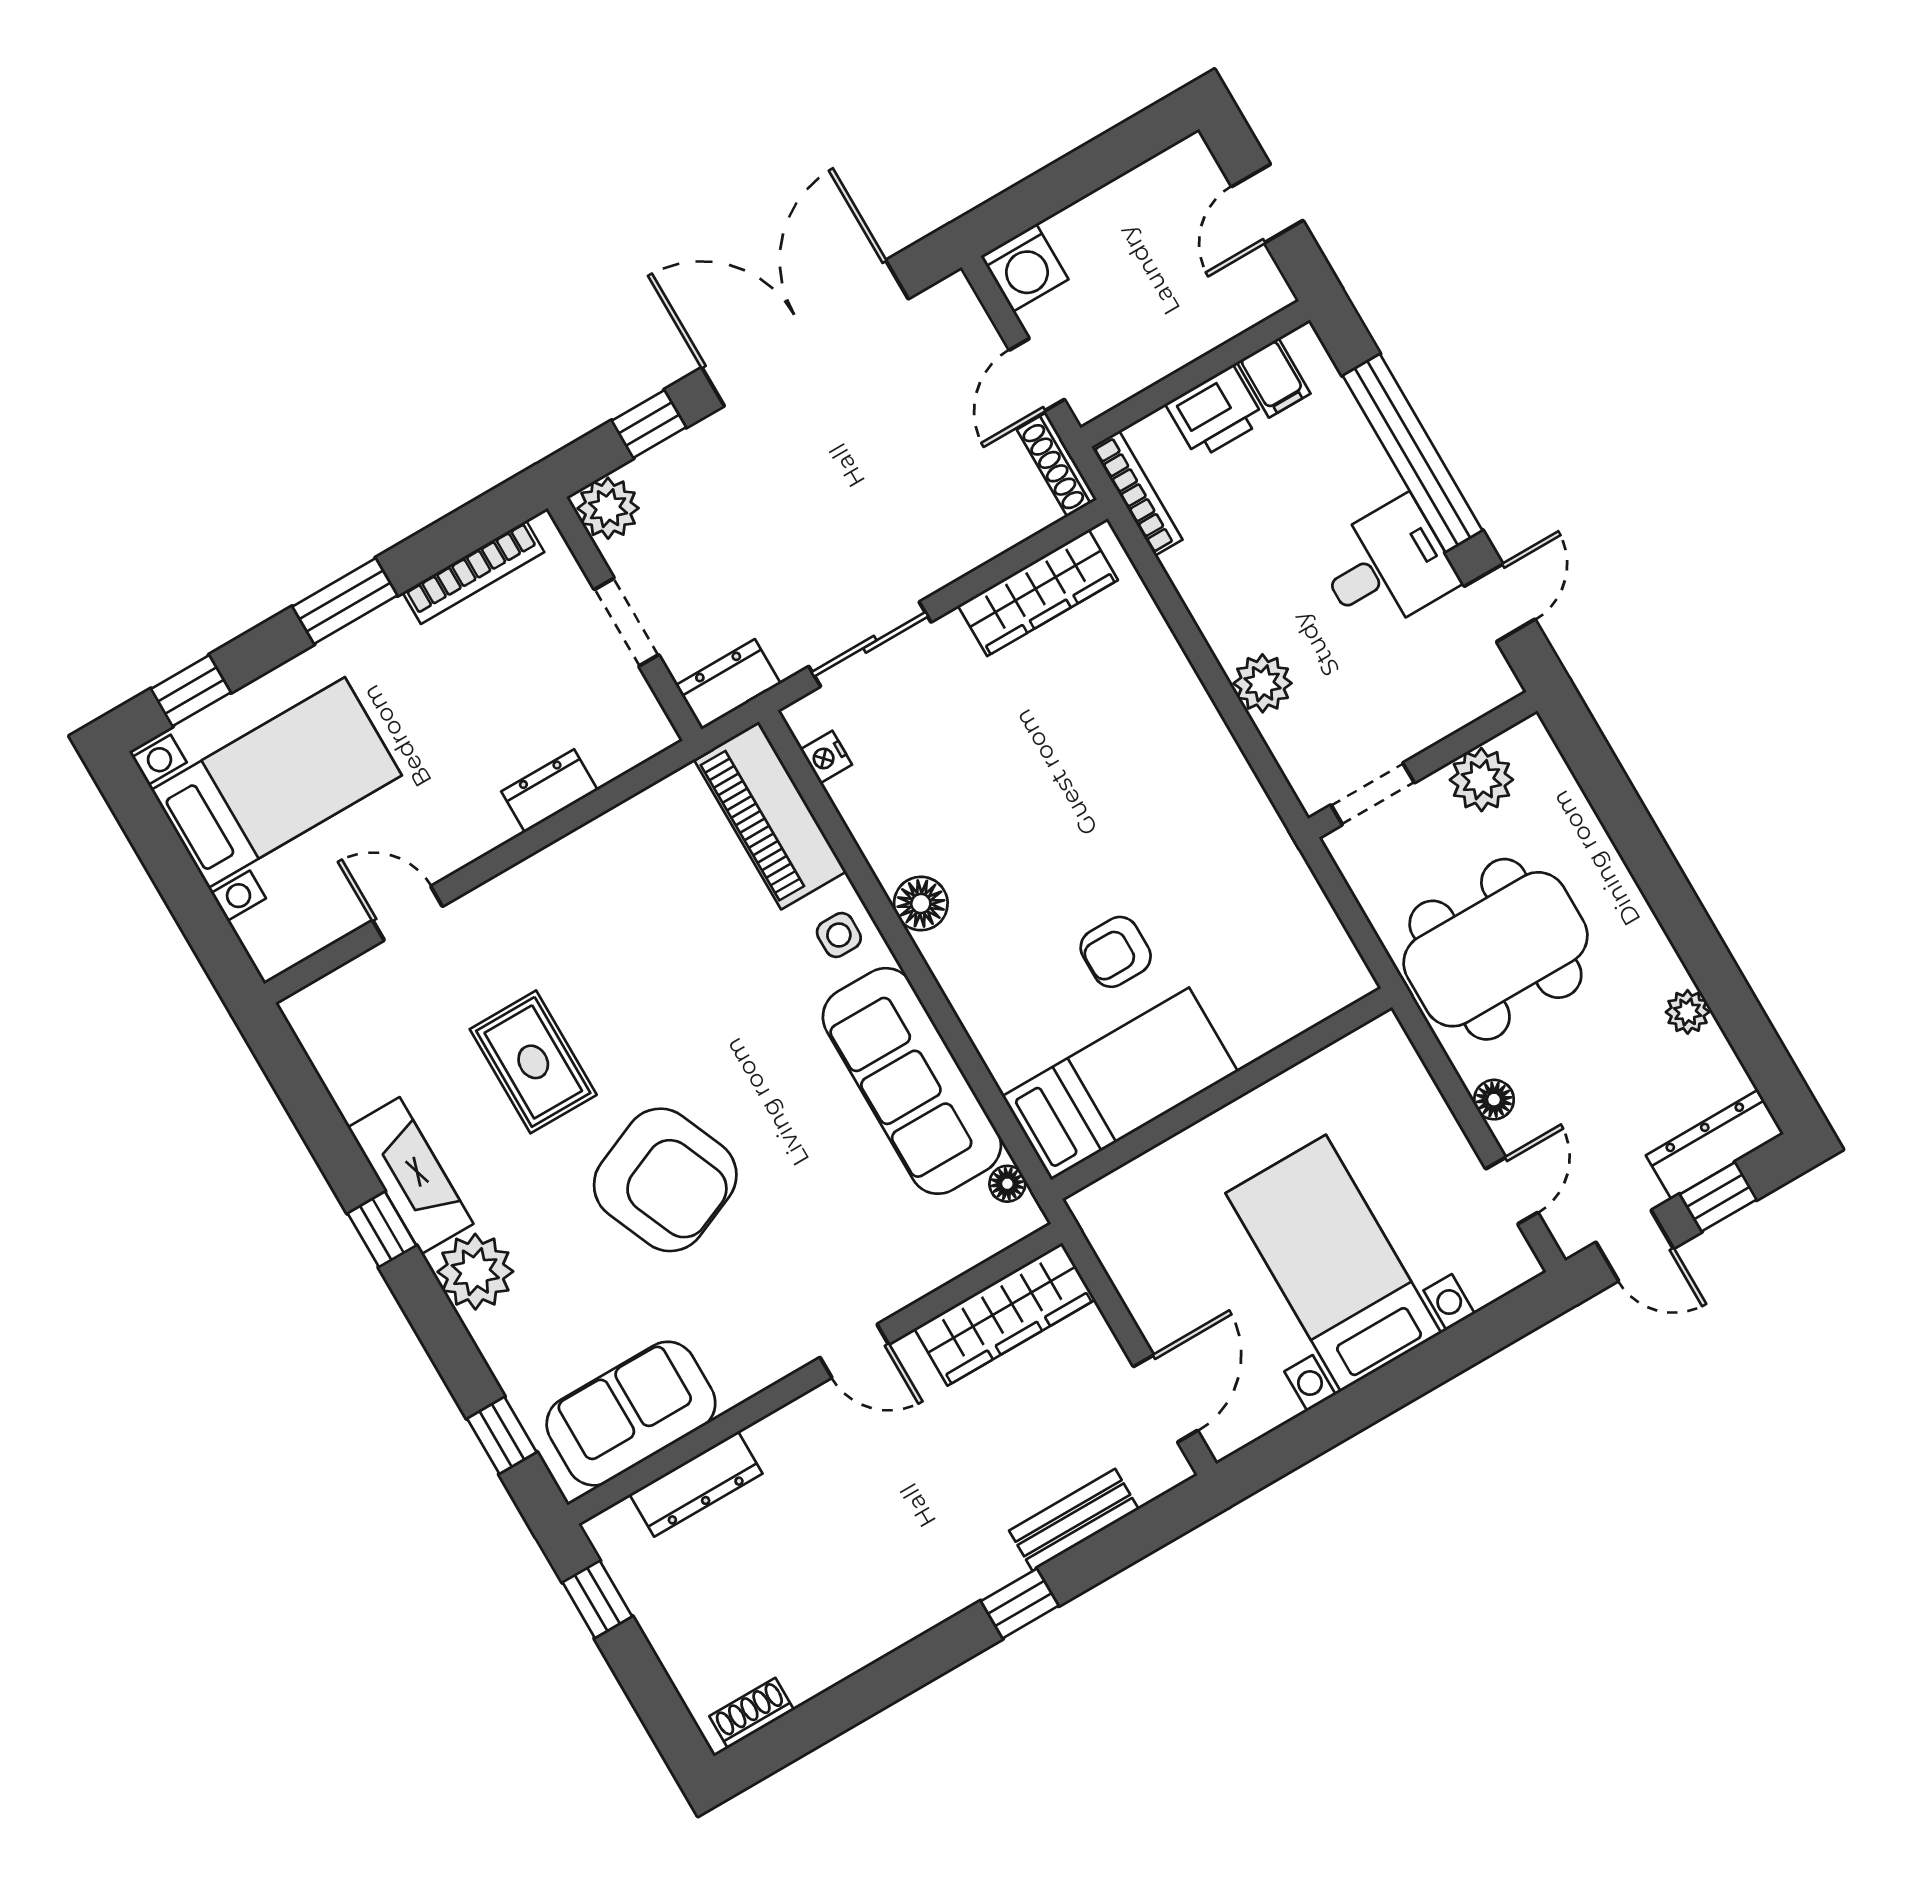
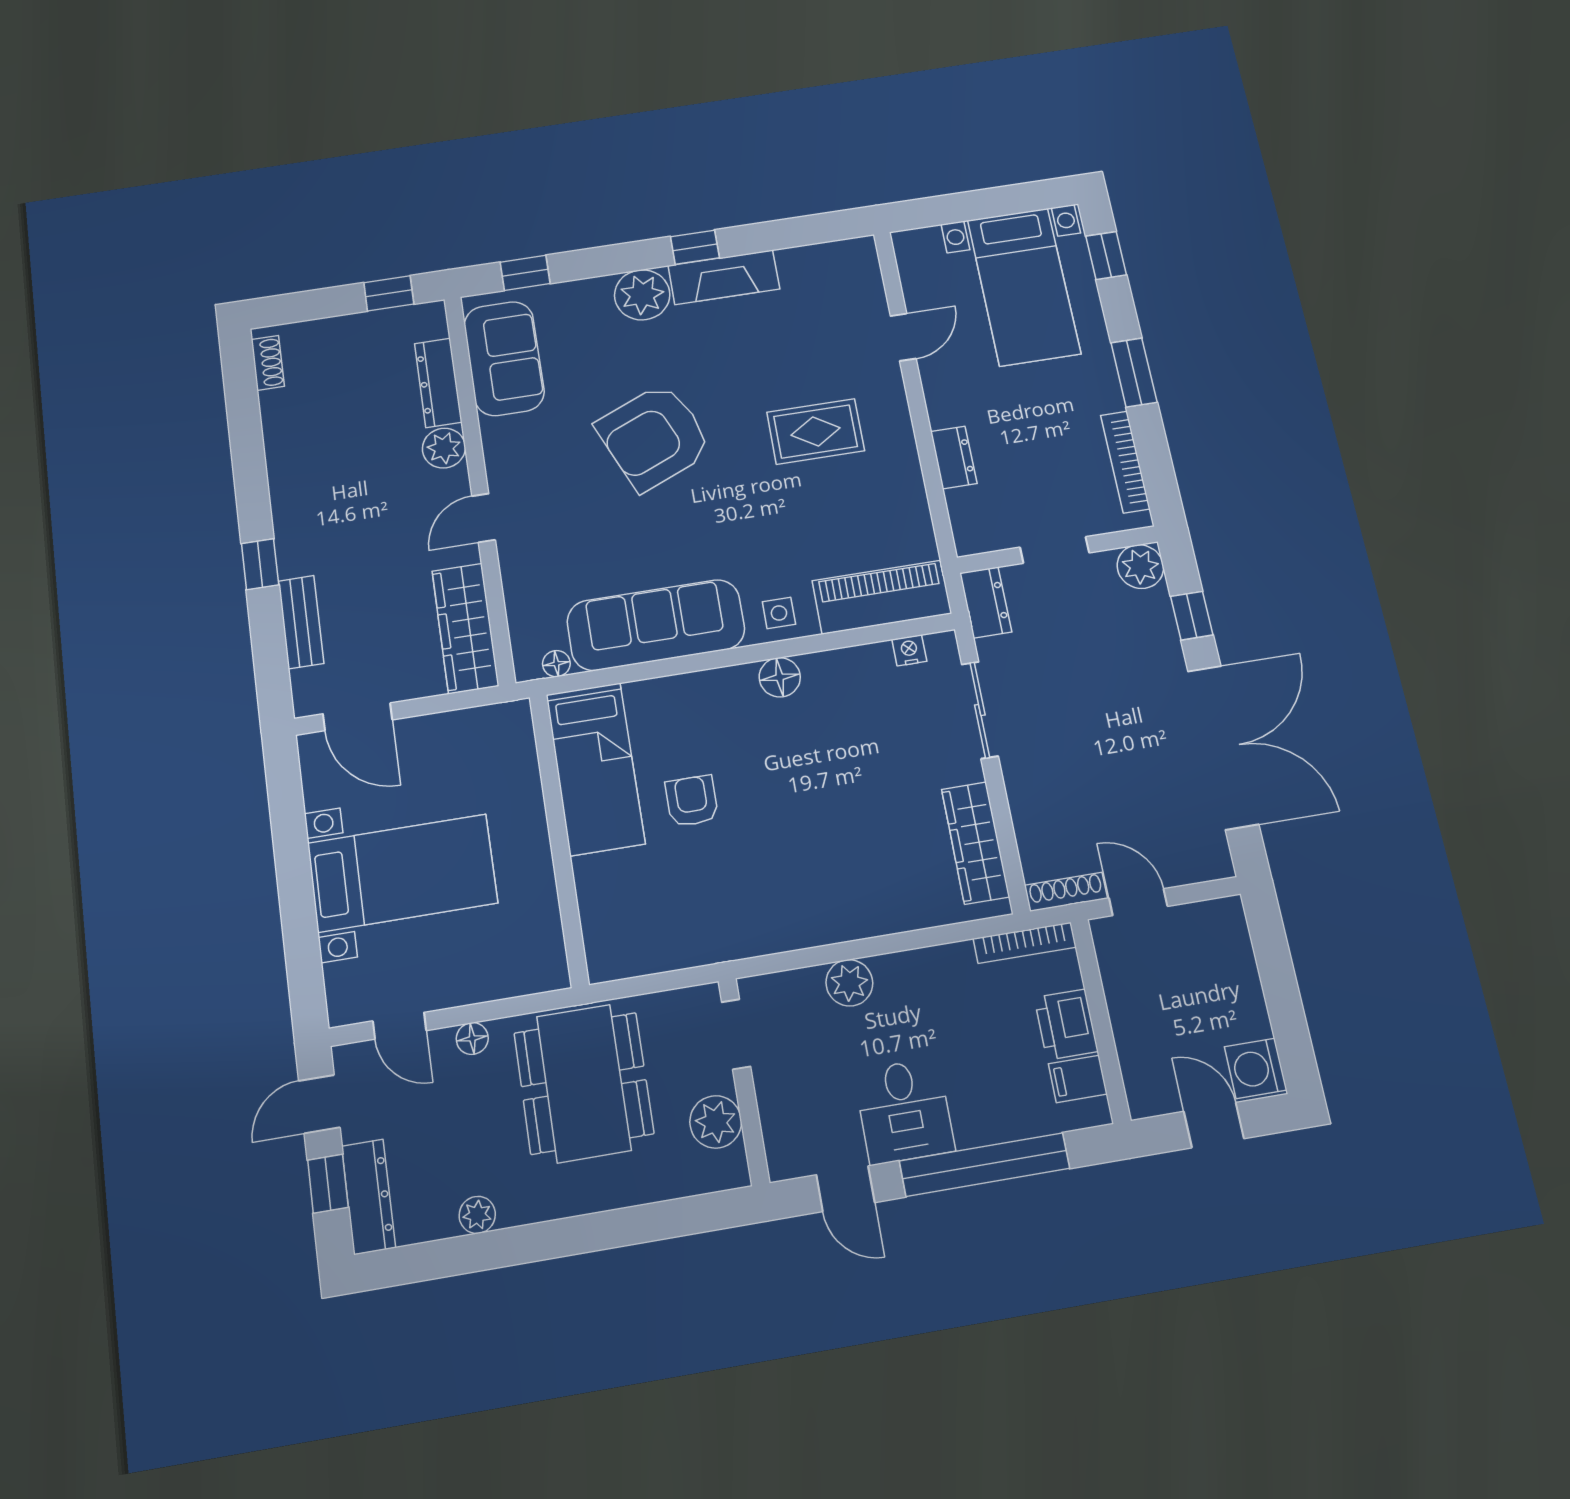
washing machine: (1024, 268) -> (1256, 1068), moved
rug: (533, 1062) -> (816, 431), moved
plant: (781, 1439) -> (444, 448), added

